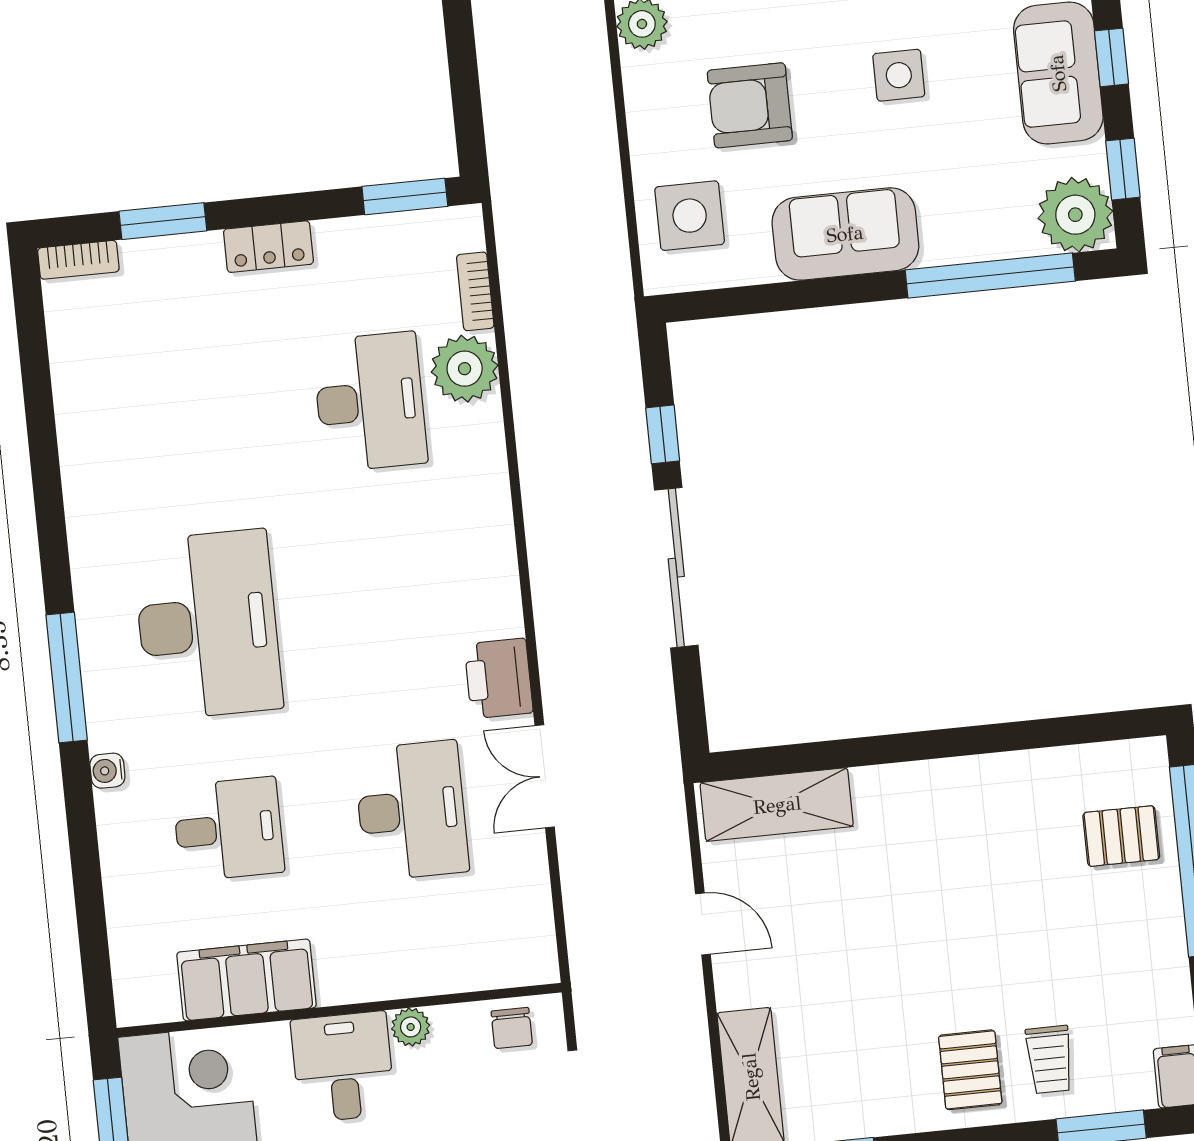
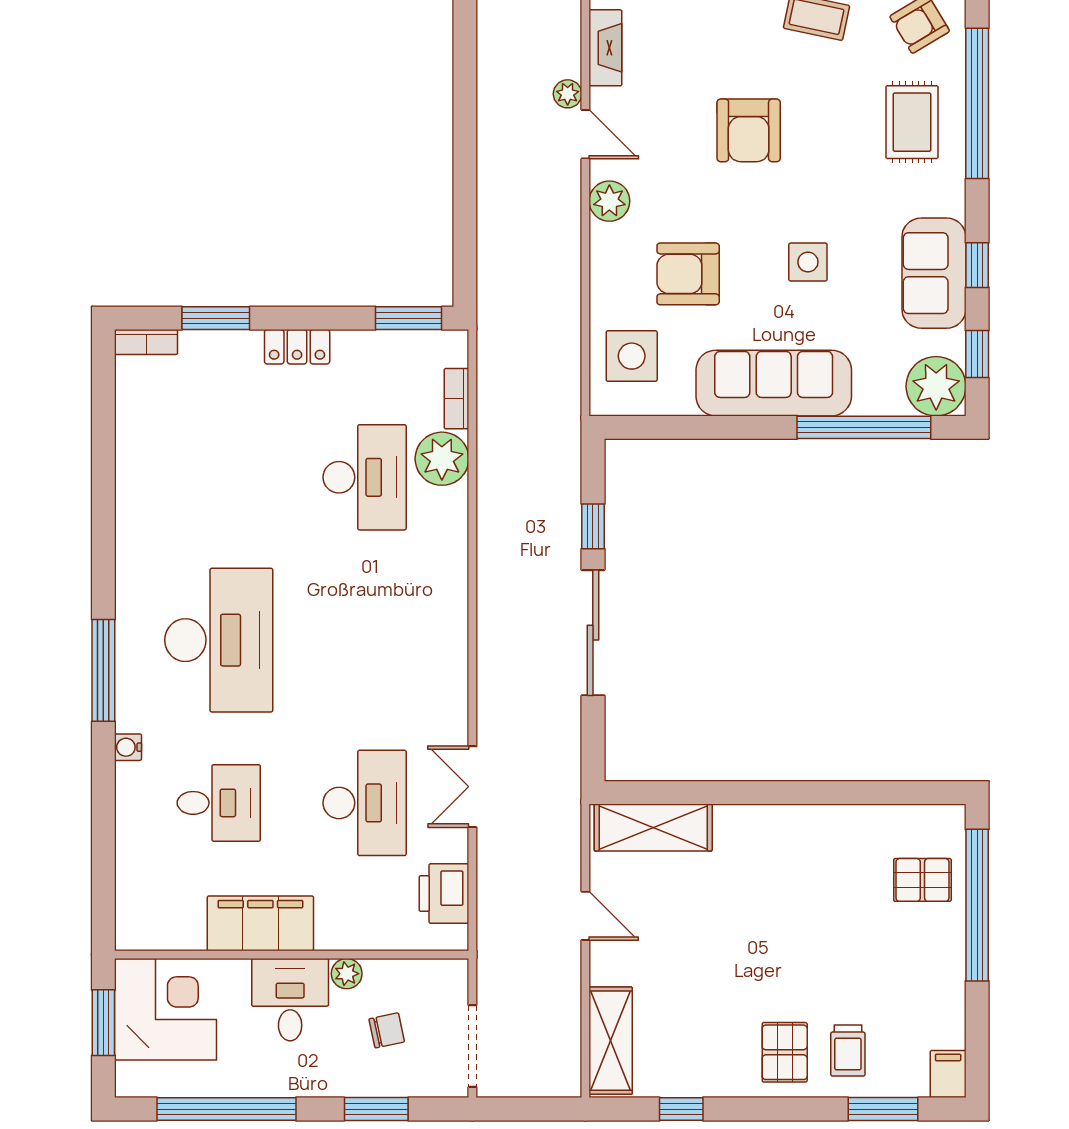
sofa: (845, 234) -> (774, 383), width x1.36
printer: (499, 678) -> (444, 894), moved
filing cabinet: (246, 980) -> (260, 923), moved
chair: (512, 1028) -> (387, 1030), moved, turned -102

